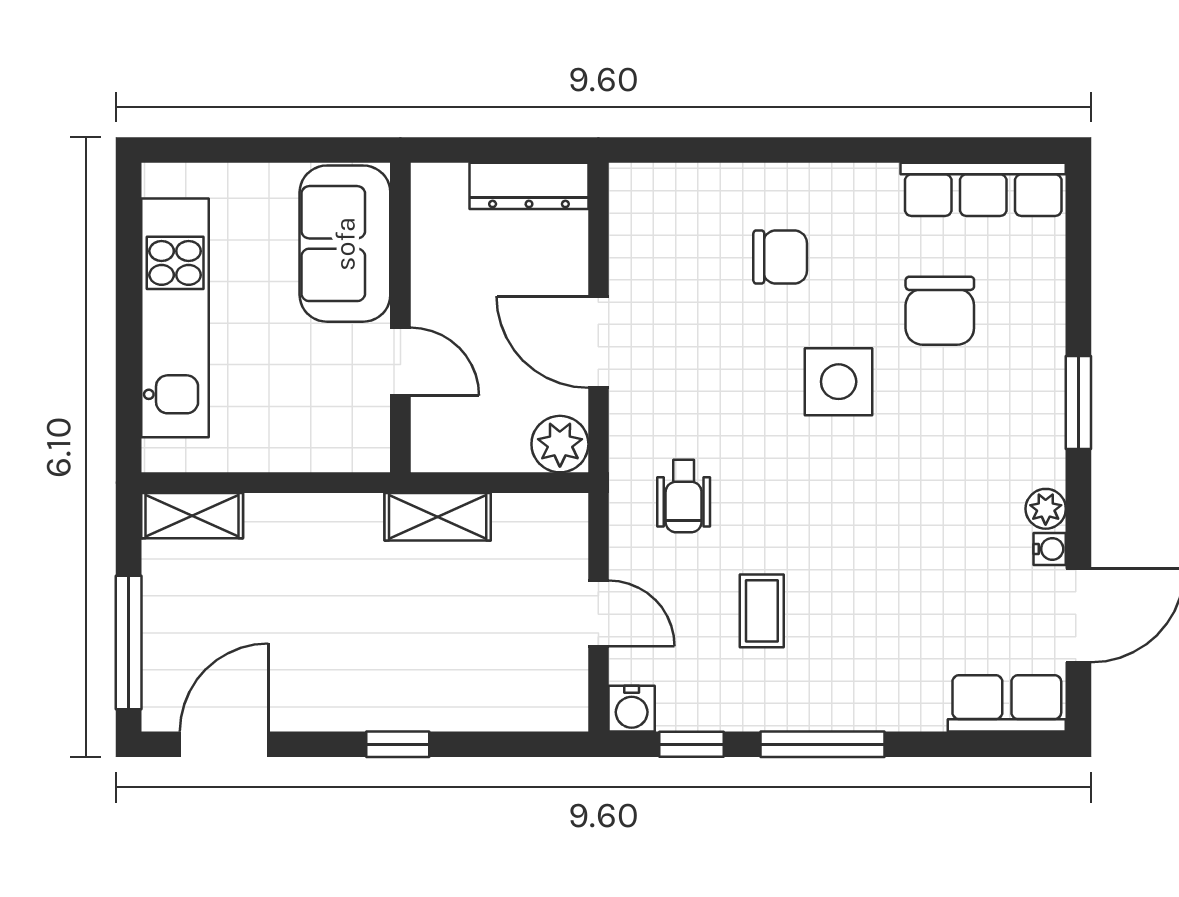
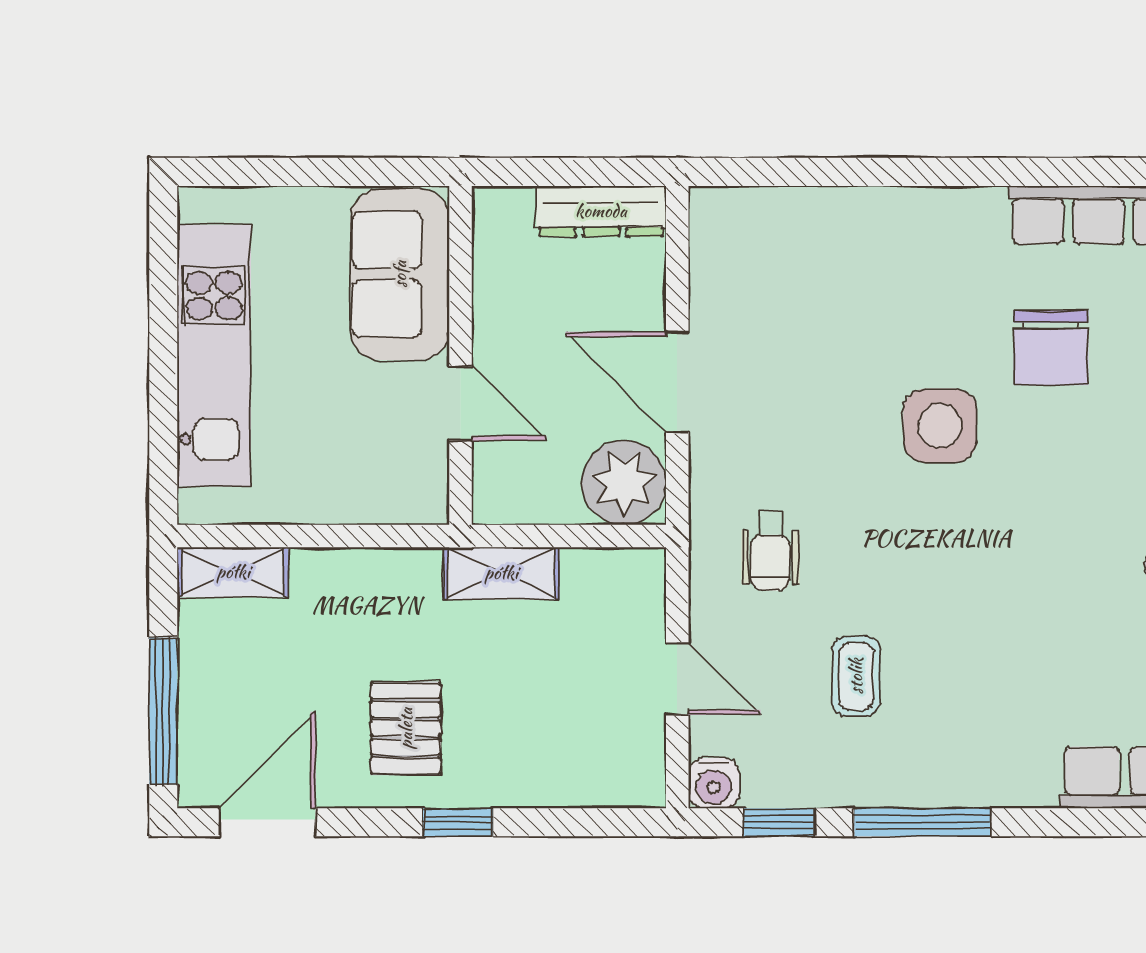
chair: (780, 257) -> (876, 289), removed
plant: (560, 444) -> (624, 483), width x1.36, depth x1.36
pallet: (350, 658) -> (406, 728), added

